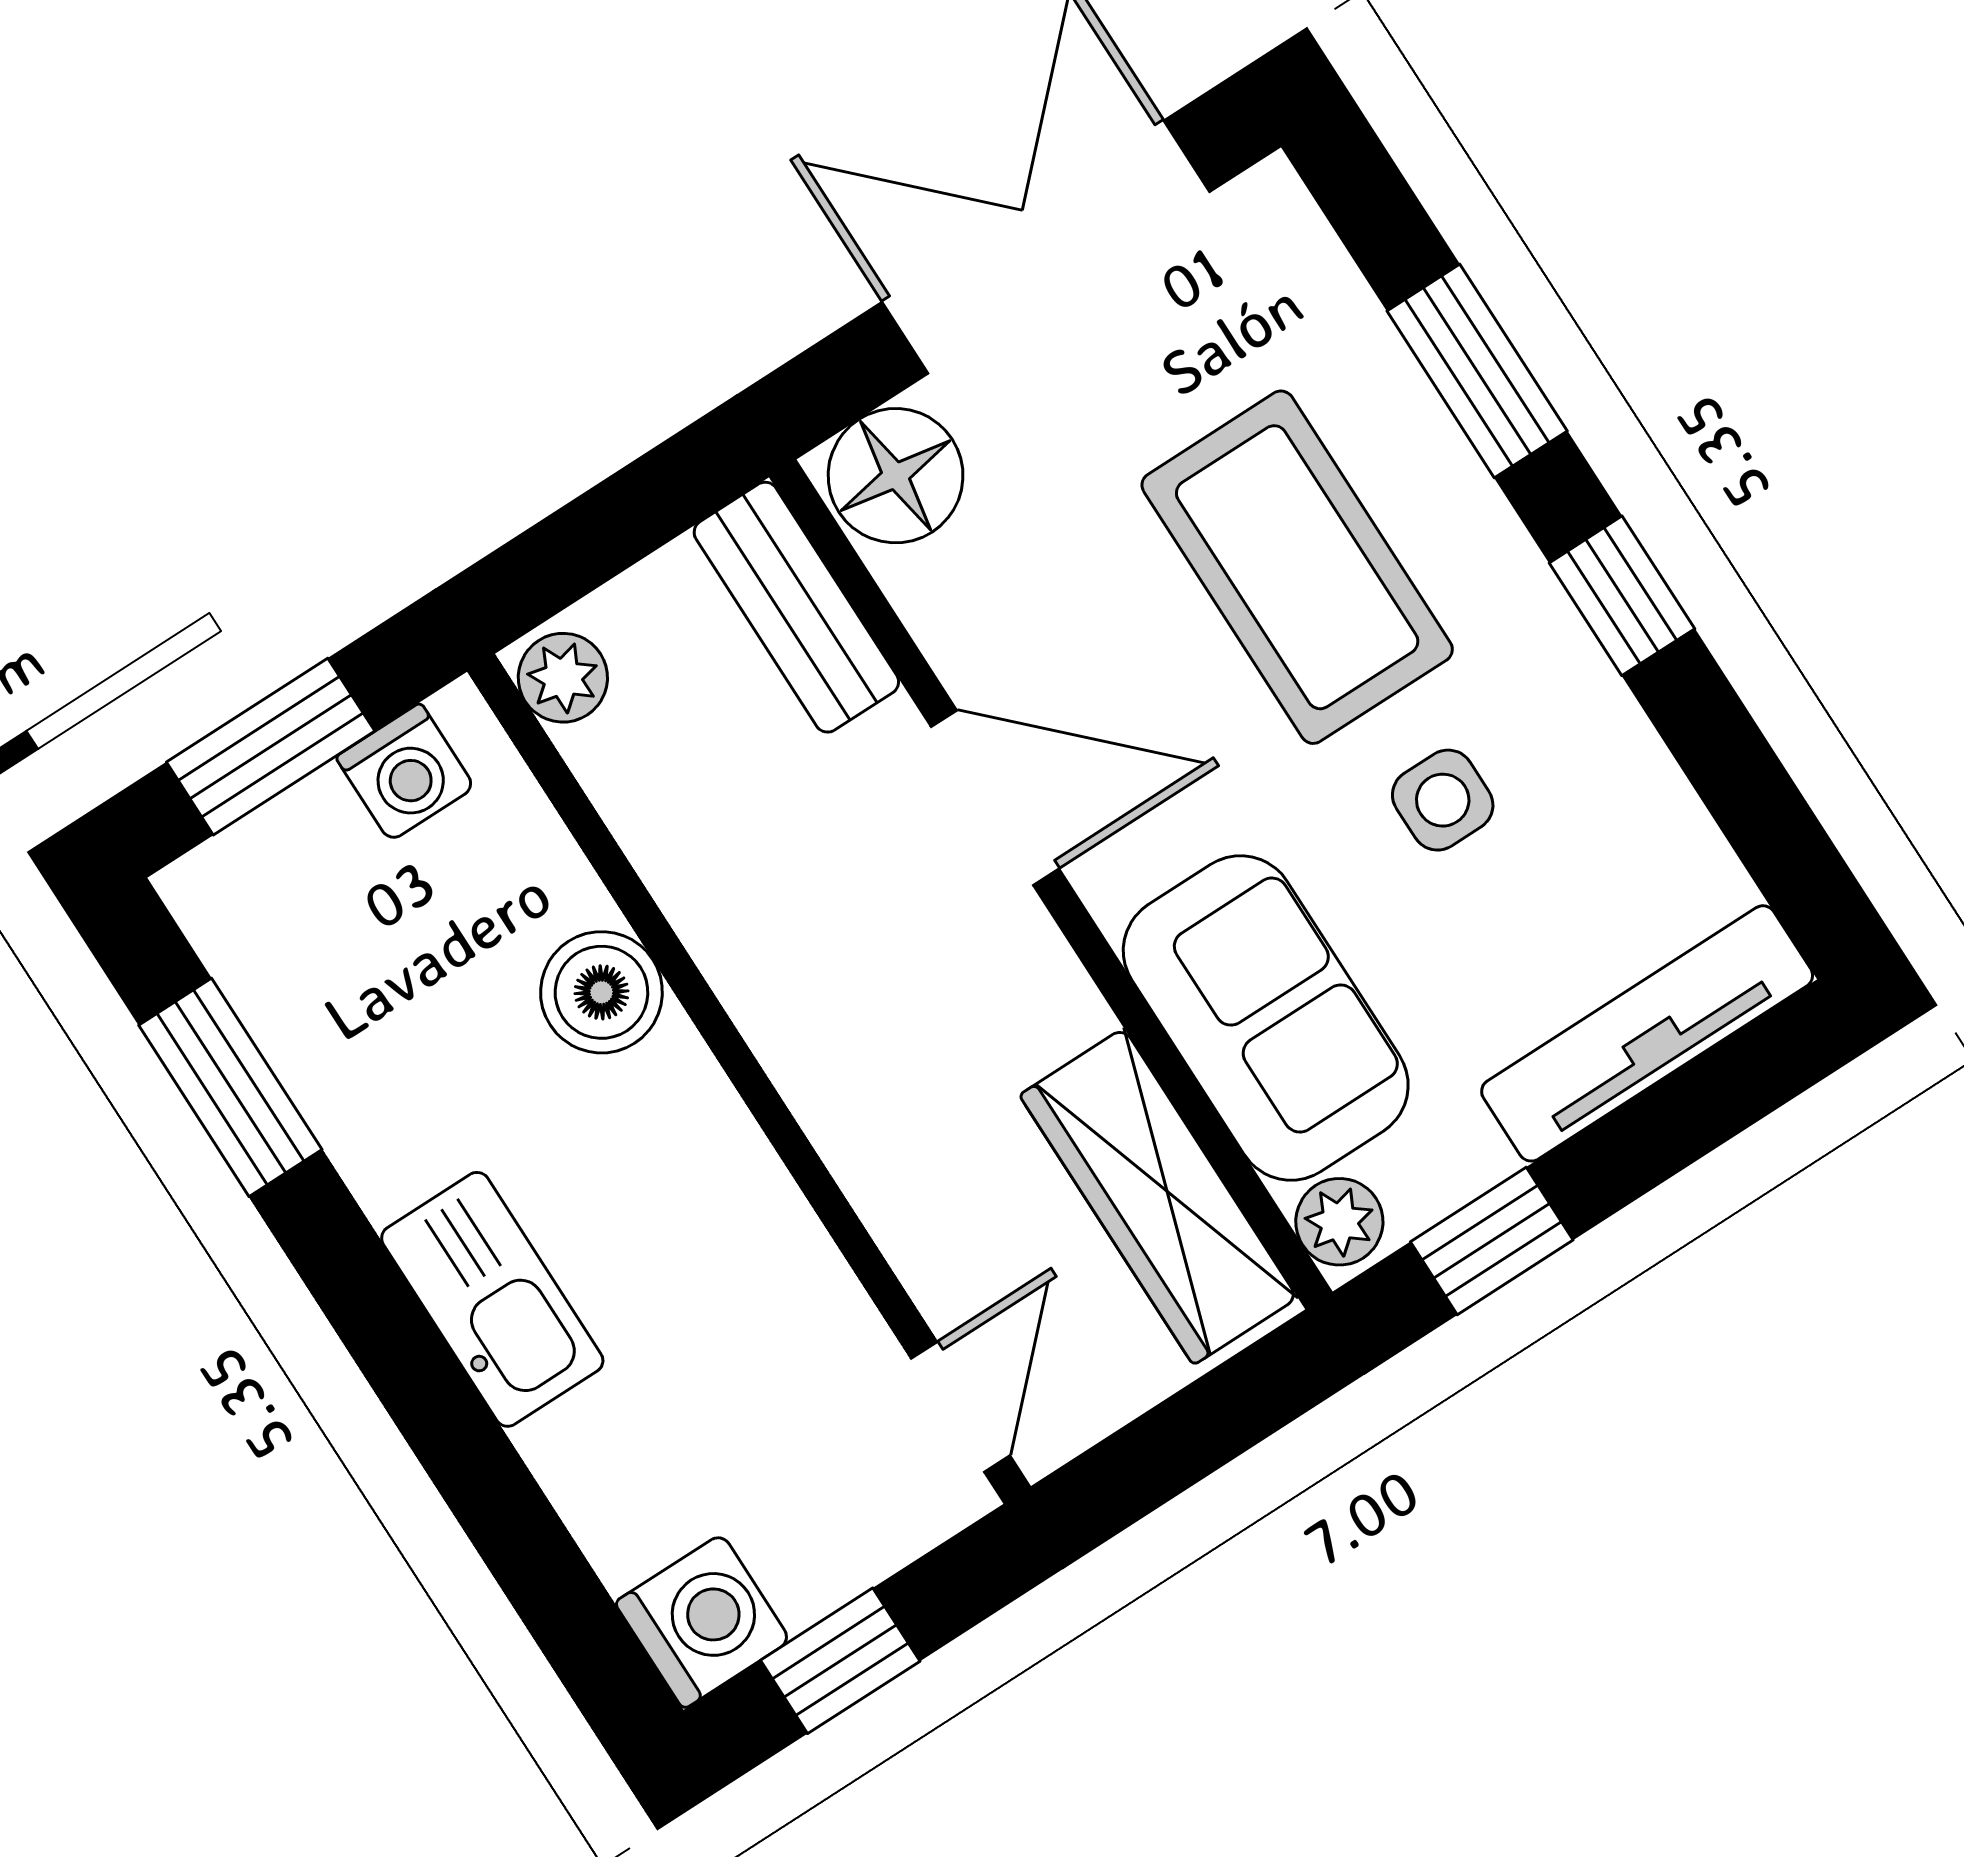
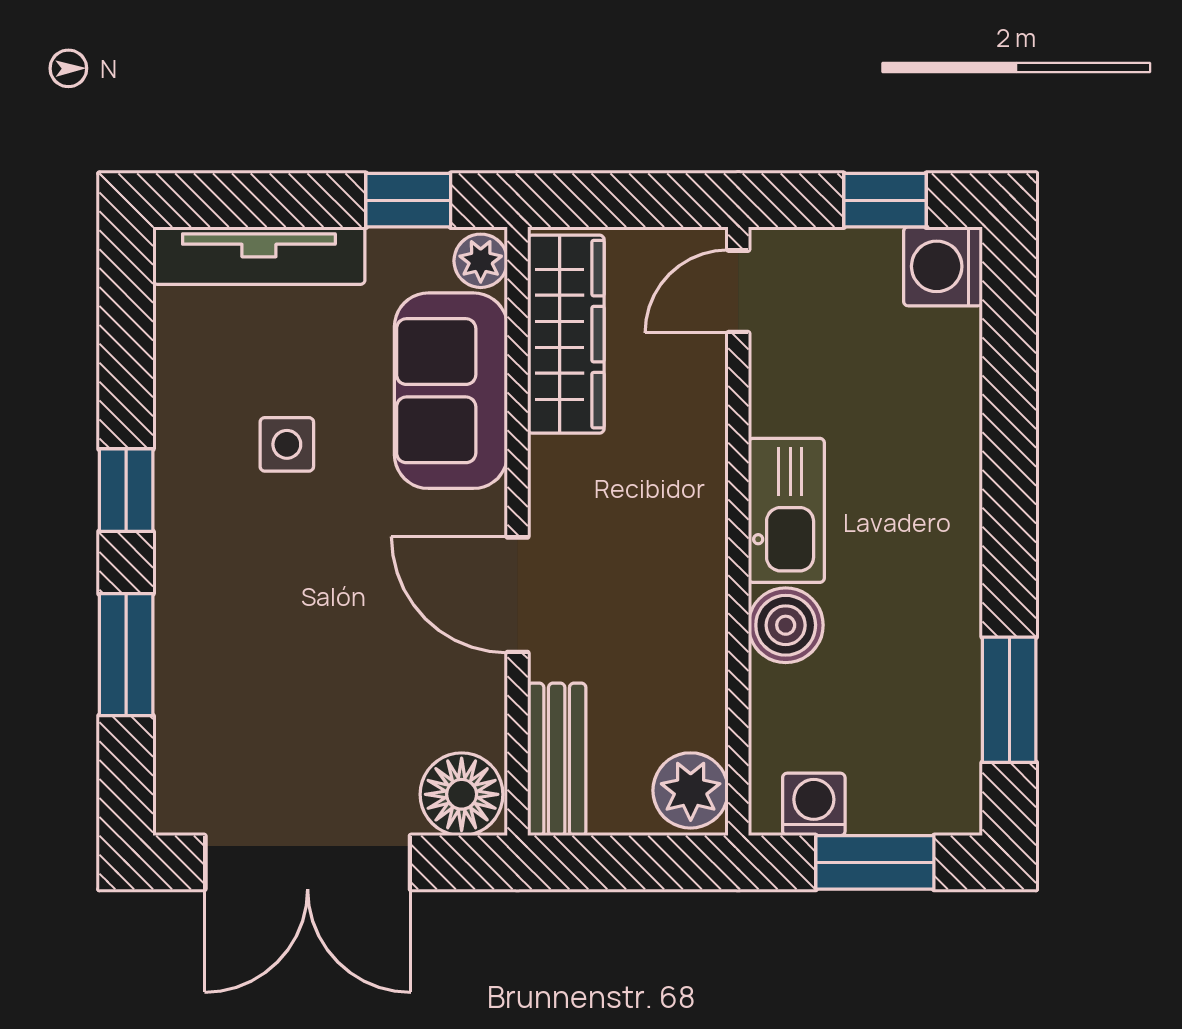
coffee table: (1297, 567) -> (284, 613), removed
plant: (563, 678) -> (691, 790), width x1.38, depth x1.38
kitchen sink: (492, 1299) -> (786, 510), moved, turned 180

